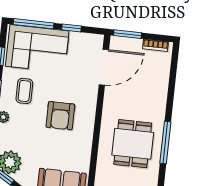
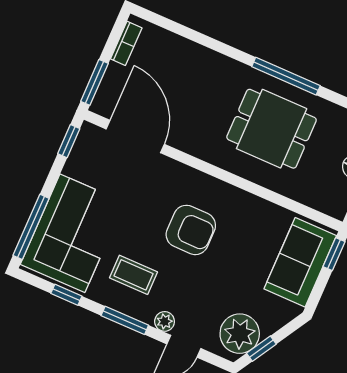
window: (71, 28) -> (69, 141), moved

